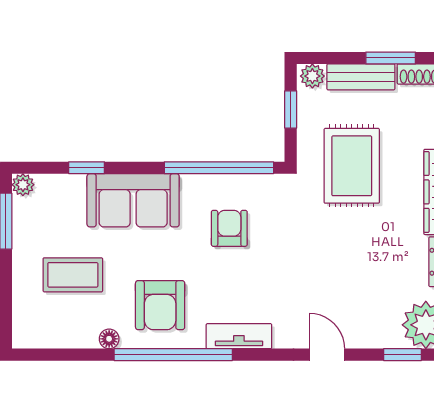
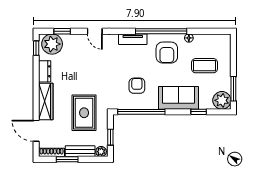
plant: (23, 185) -> (222, 100), width x1.88, depth x1.88
armchair: (229, 228) -> (137, 86), turned 180
armchair: (160, 305) -> (167, 53), turned 180

